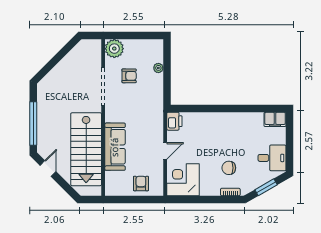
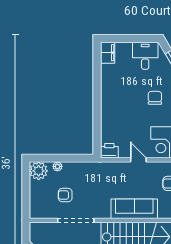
plant: (114, 49) -> (39, 171), moved
armchair: (129, 76) -> (65, 195), turned -90
chair: (229, 168) -> (155, 98), turned 180

